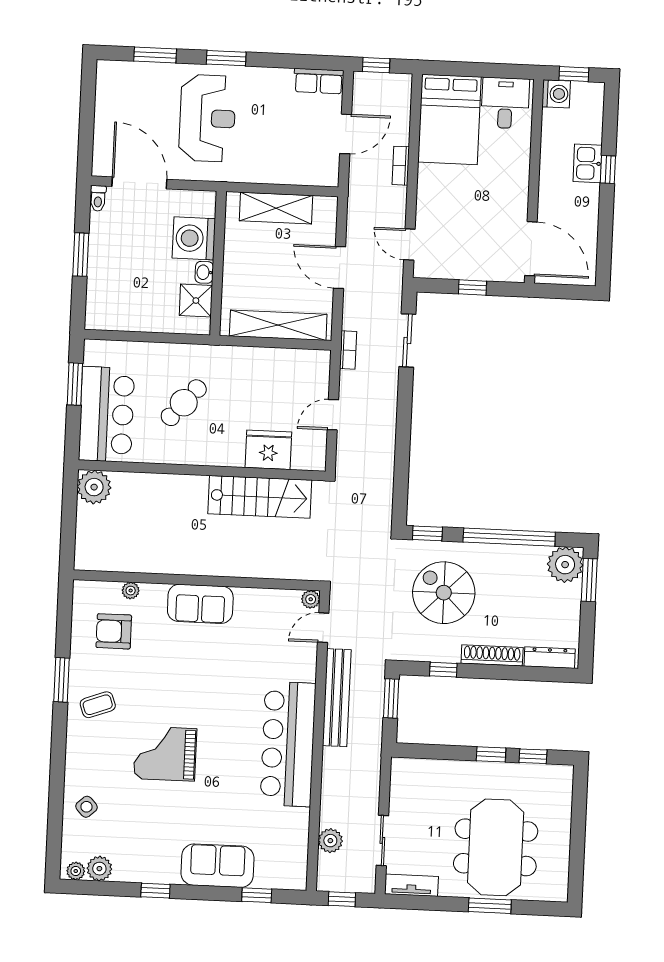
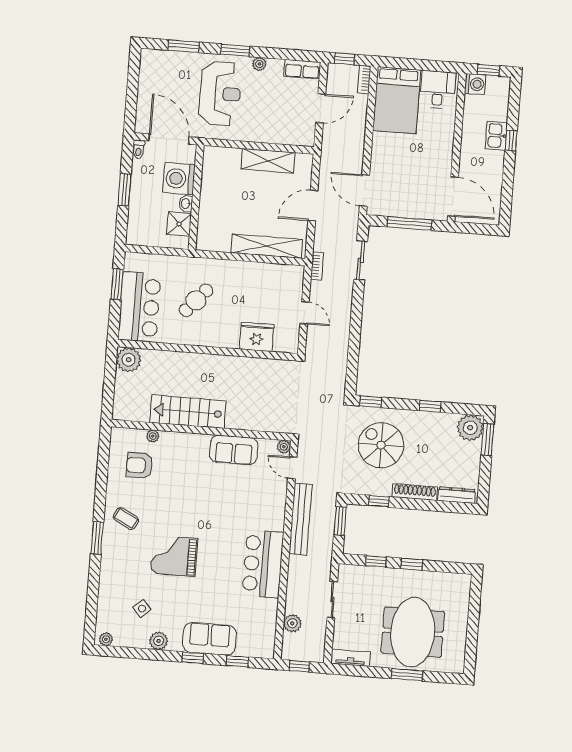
plant: (260, 76) -> (259, 64), added
bookcase: (401, 166) -> (364, 80), moved
washing machine: (194, 238) -> (179, 179), moved
door: (409, 244) -> (364, 190), width x1.38
wall: (218, 263) -> (196, 197), moved
door: (340, 267) -> (313, 206), hinge flipped
washbasin: (204, 272) -> (186, 204), moved
window: (472, 287) -> (409, 223), width x2.17
shower: (196, 301) -> (179, 224), moved
door: (333, 415) -> (304, 313), swing flipped
stairs: (260, 497) -> (188, 412), moved, turned 180
window: (509, 537) -> (430, 406), width x0.32
sofa: (200, 604) -> (234, 450), moved
door: (323, 628) -> (292, 468), hinge flipped
window: (61, 680) -> (97, 538), moved
coffee table: (98, 705) -> (126, 519), turned 48
bar counter: (288, 744) -> (263, 564), width x0.73
window: (533, 756) -> (376, 561), moved
side table: (86, 807) -> (142, 609), moved
sliding door: (382, 841) -> (332, 600), moved
plant: (99, 869) -> (159, 641), moved
window: (155, 891) -> (193, 658), moved

